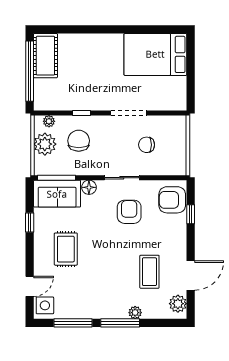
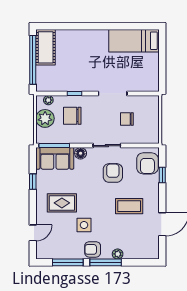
bed: (155, 54) -> (134, 41), width x0.67
chair: (79, 141) -> (72, 116), turned -90
armchair: (172, 200) -> (147, 163), turned -90
rug: (66, 249) -> (62, 203), turned 90
coffee table: (149, 272) -> (129, 206), moved, turned 90
plant: (178, 304) -> (152, 247), removed
side table: (45, 305) -> (84, 225), moved
armchair: (104, 307) -> (93, 249), added

